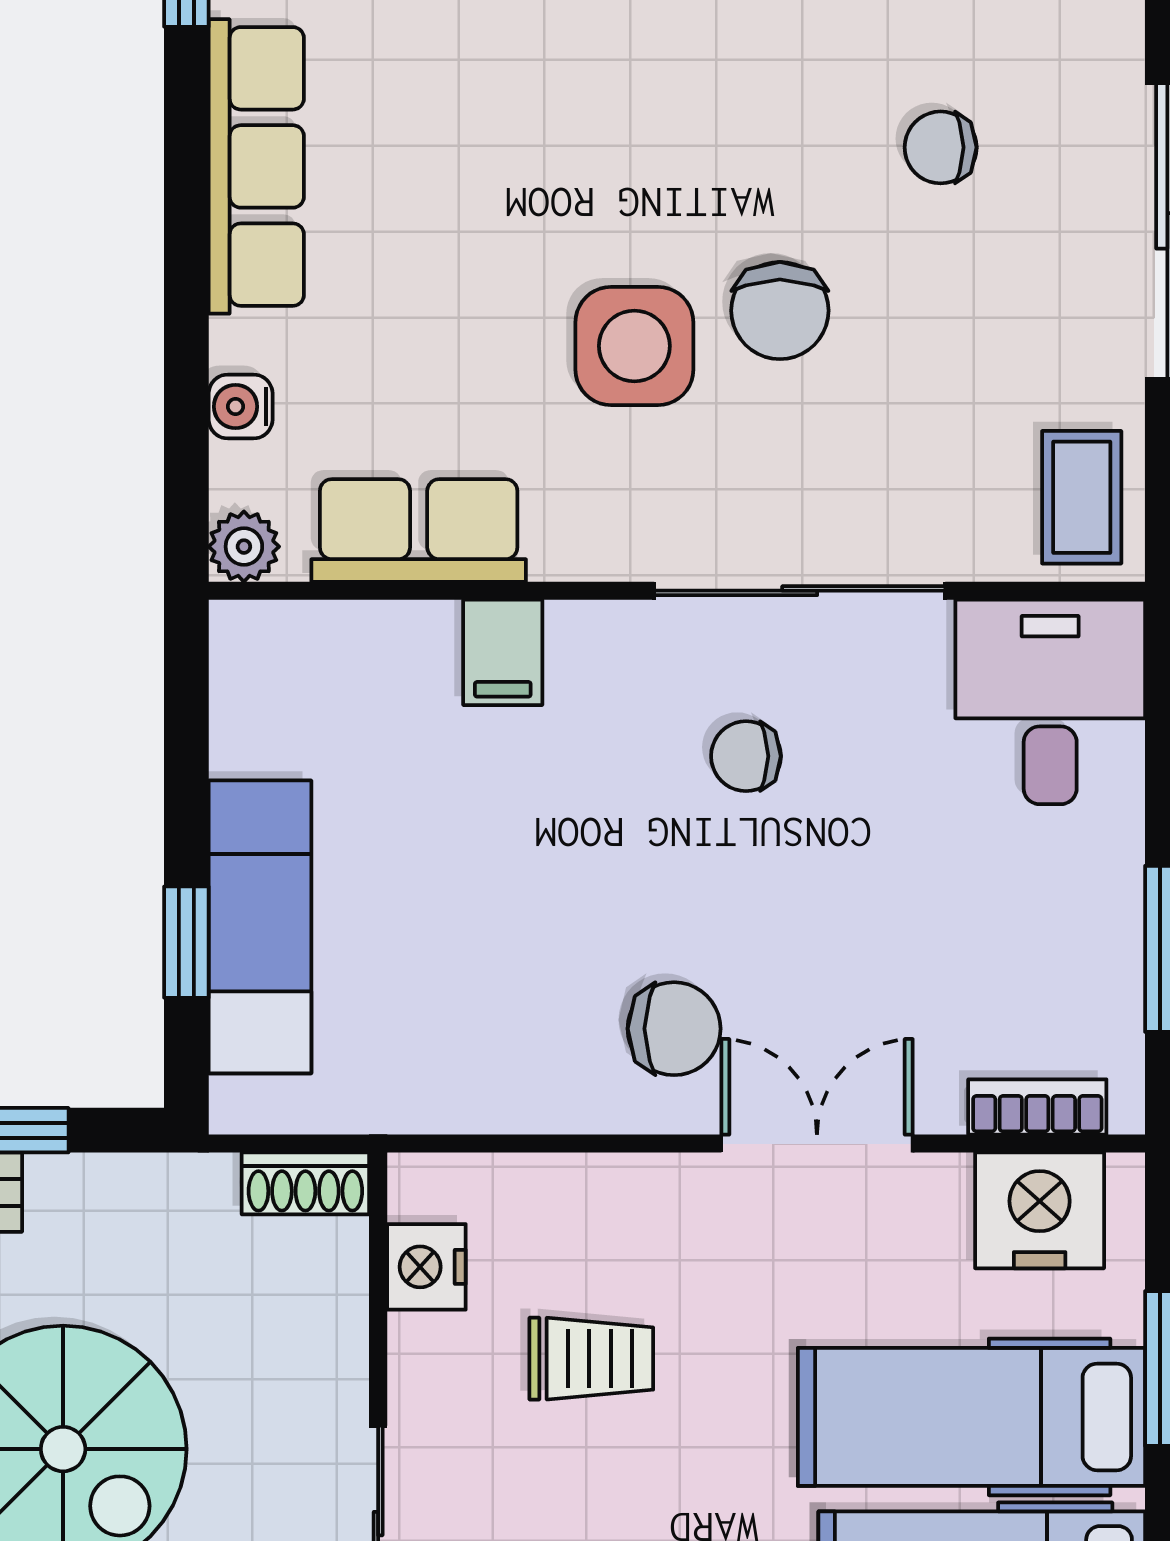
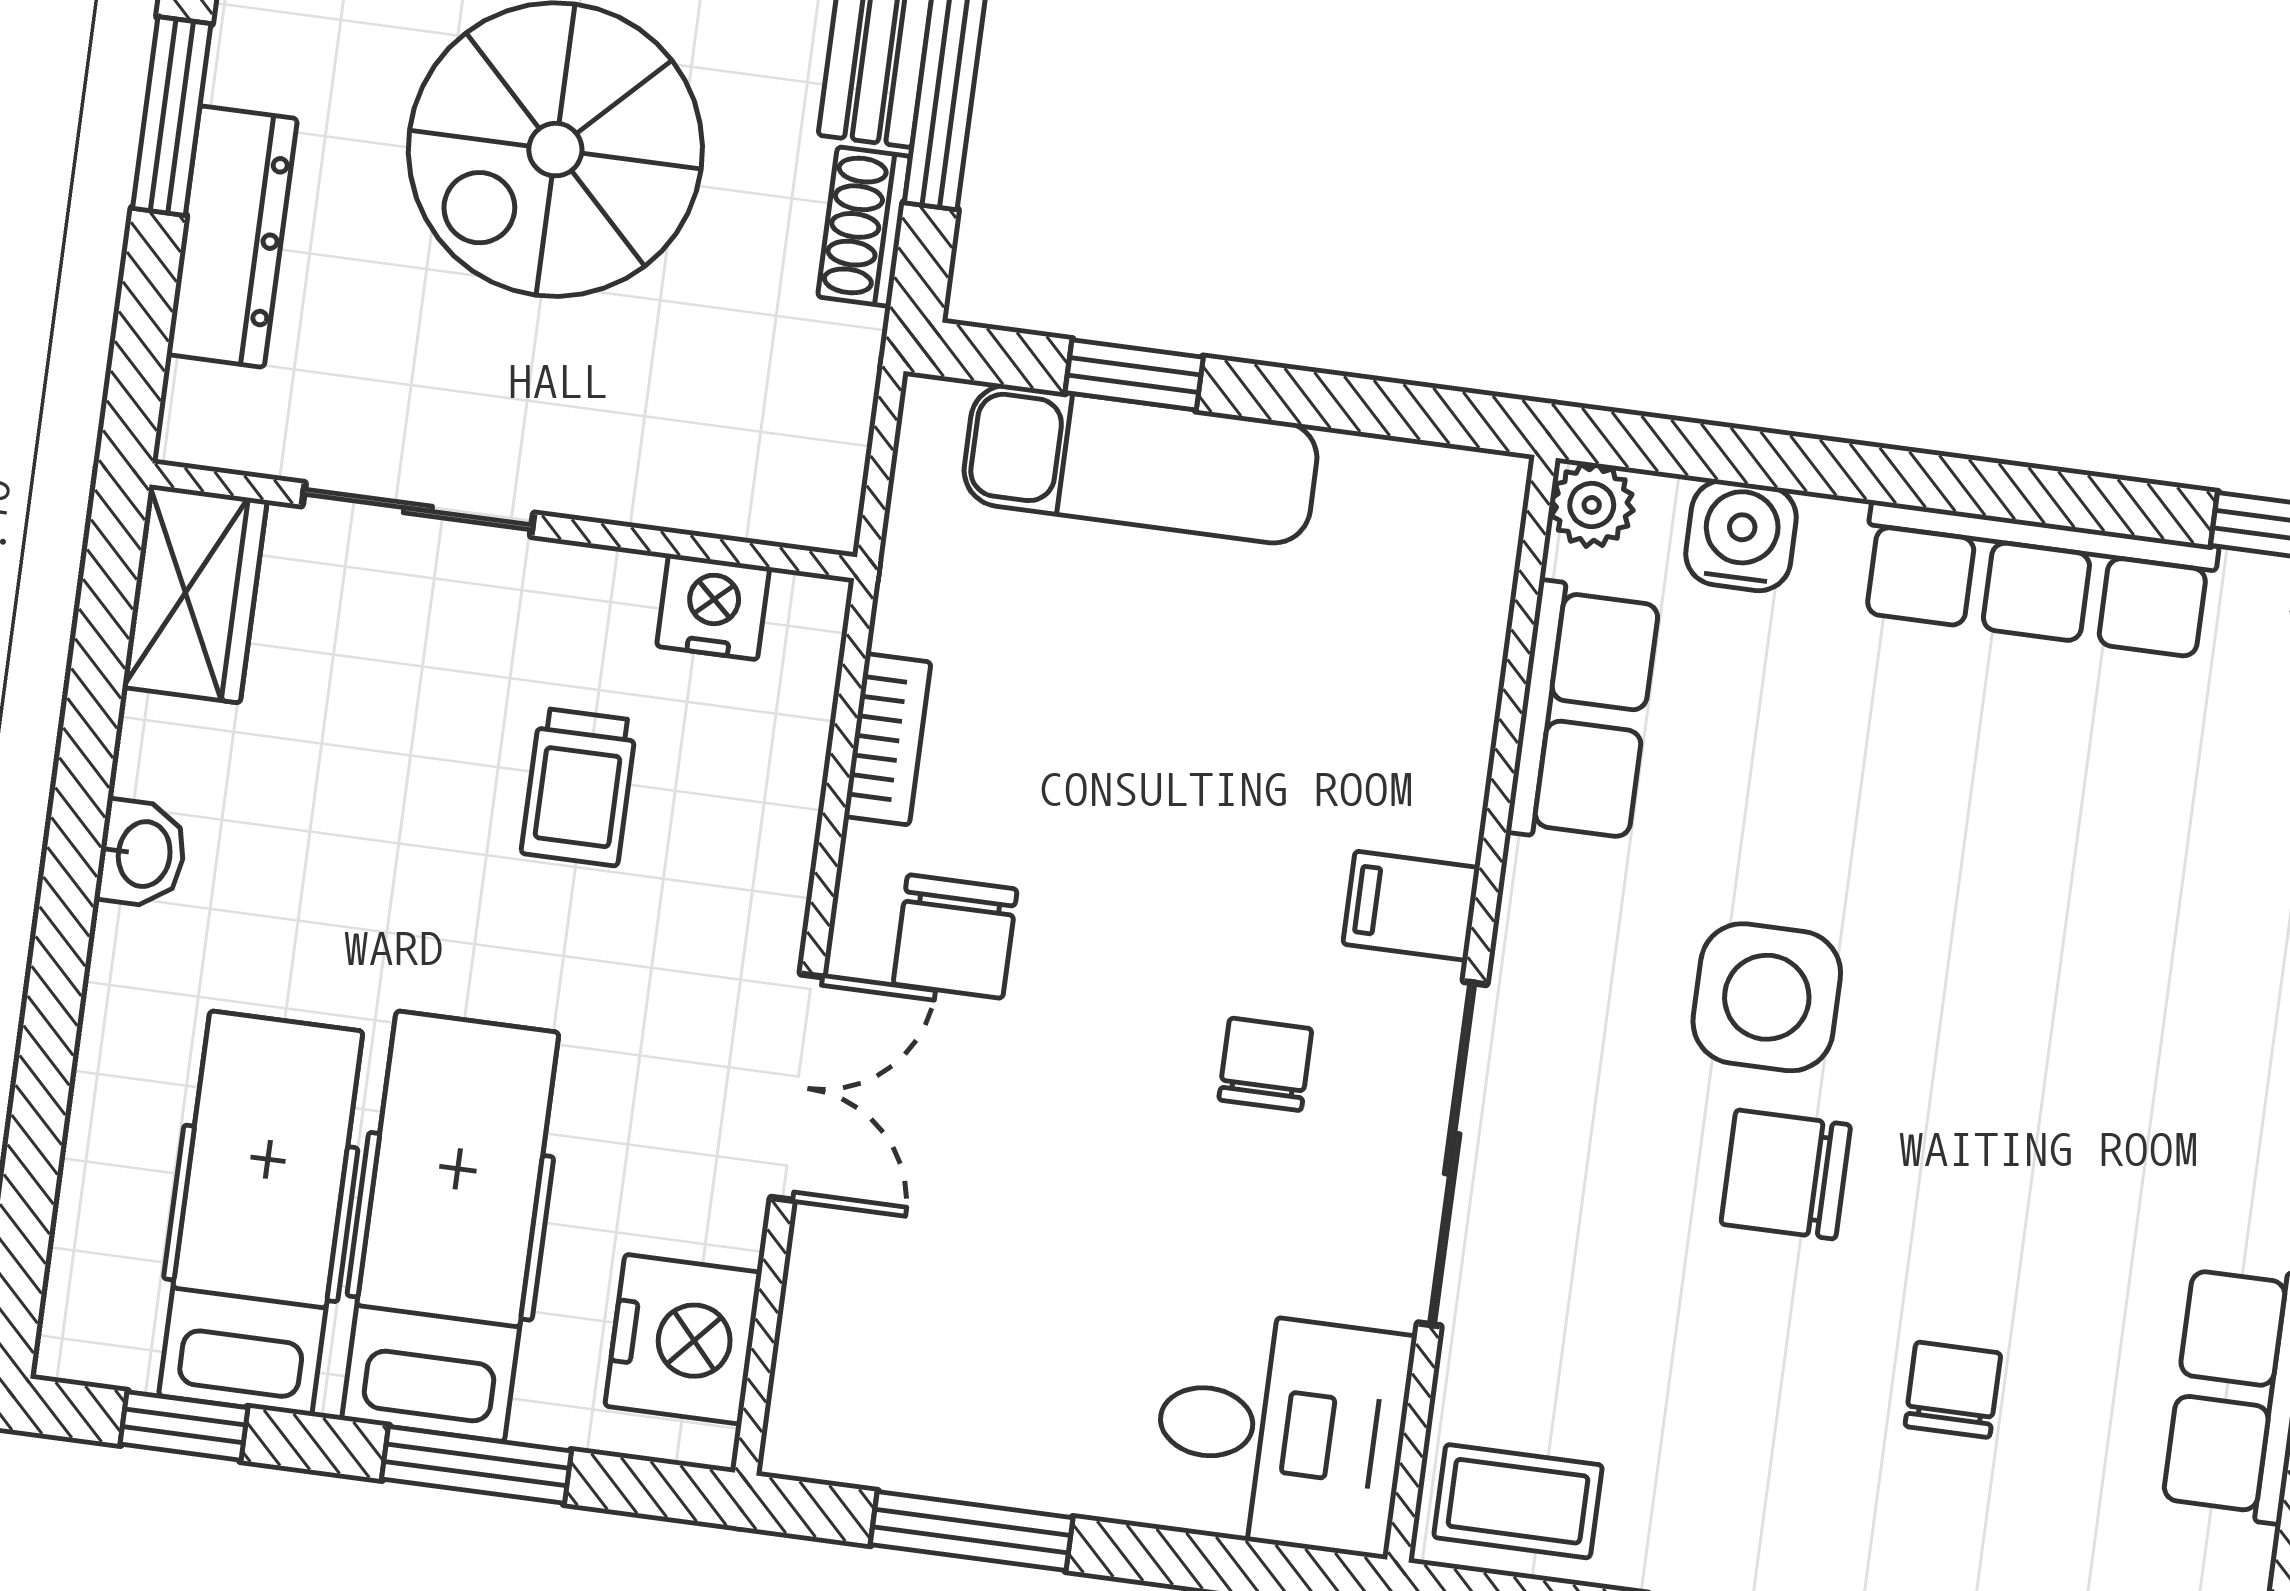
water cooler: (241, 407) -> (1741, 536), width x1.38, depth x1.38
filing cabinet: (503, 652) -> (1411, 906), moved
bookcase: (1037, 1107) -> (887, 739), moved
shoe rack: (305, 1183) -> (864, 227), moved

